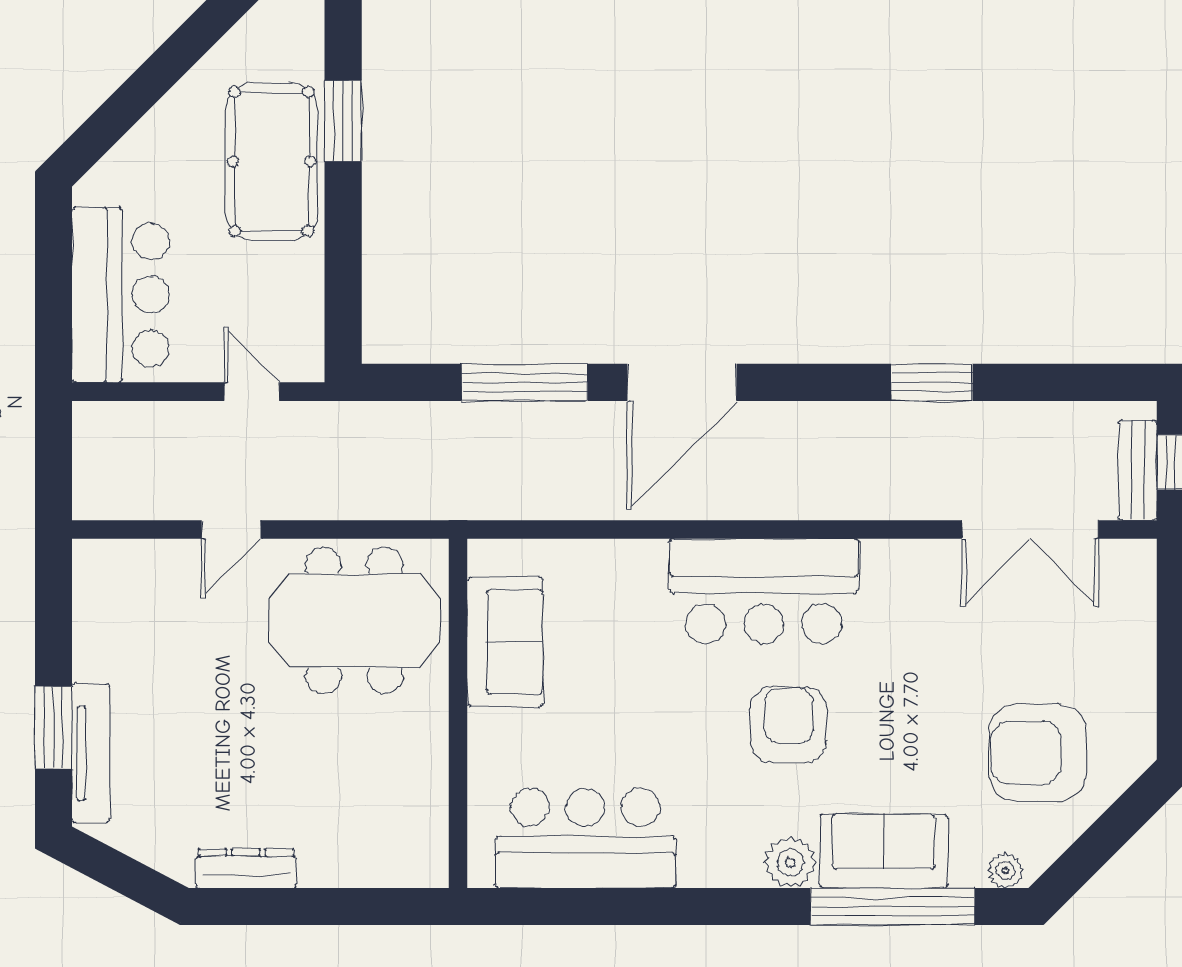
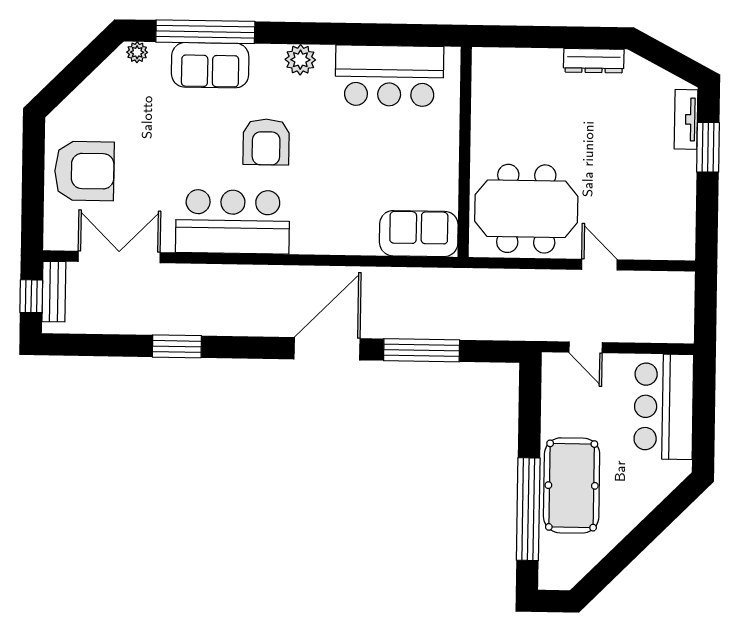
window: (343, 121) -> (528, 509), width x2.11
door: (231, 529) -> (599, 265), hinge flipped
bar counter: (764, 591) -> (233, 222), moved
sofa: (505, 642) -> (419, 234), moved, turned 90
tv unit: (91, 753) -> (686, 119), width x0.71
armchair: (1037, 753) -> (84, 171), moved
plant: (790, 863) -> (300, 60), moved

